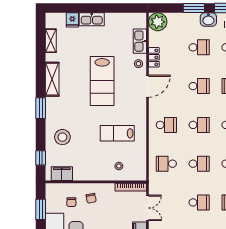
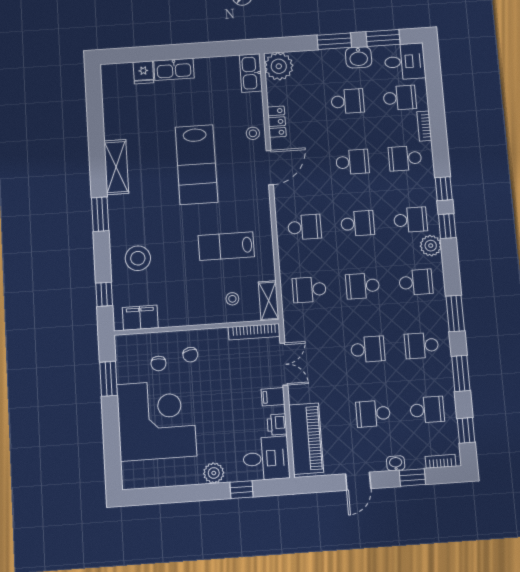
shelving: (51, 41) -> (269, 301), moved
kitchen sink: (140, 41) -> (251, 73), moved
school desk: (199, 164) -> (363, 286), turned 180

